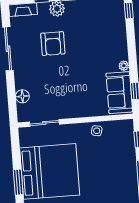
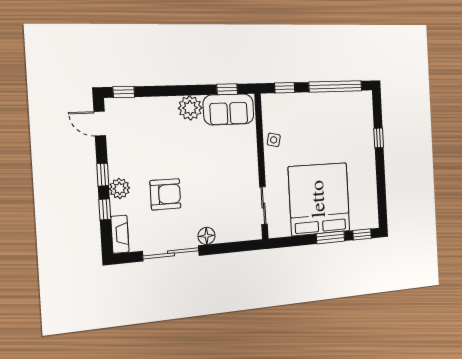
plant: (124, 66) -> (190, 108), width x1.88, depth x1.88
floor lamp: (22, 96) -> (207, 236), moved

